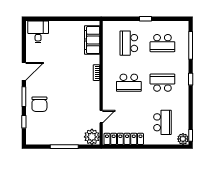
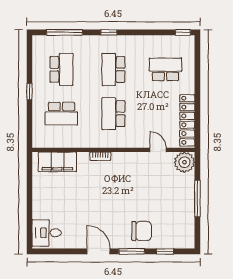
school desk: (129, 83) -> (113, 114), turned 180
plant: (183, 139) -> (187, 43), removed

